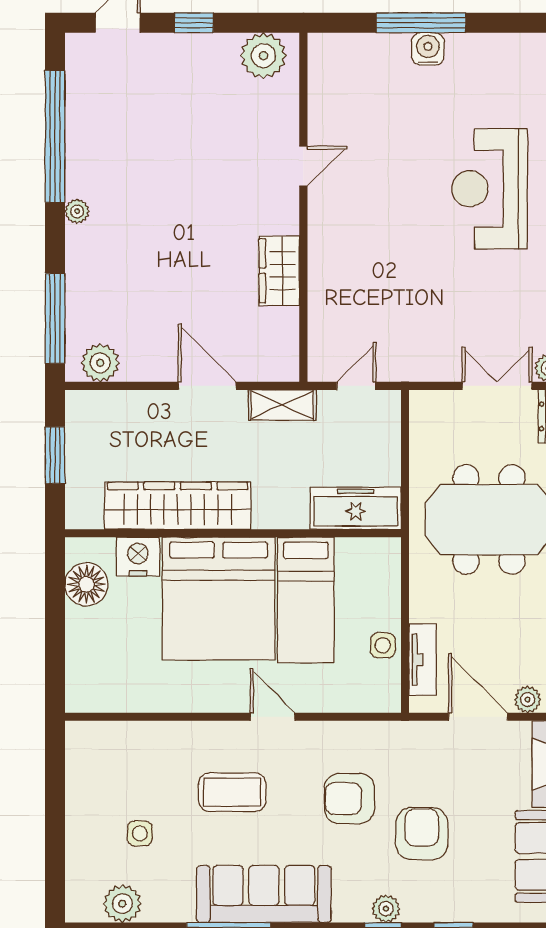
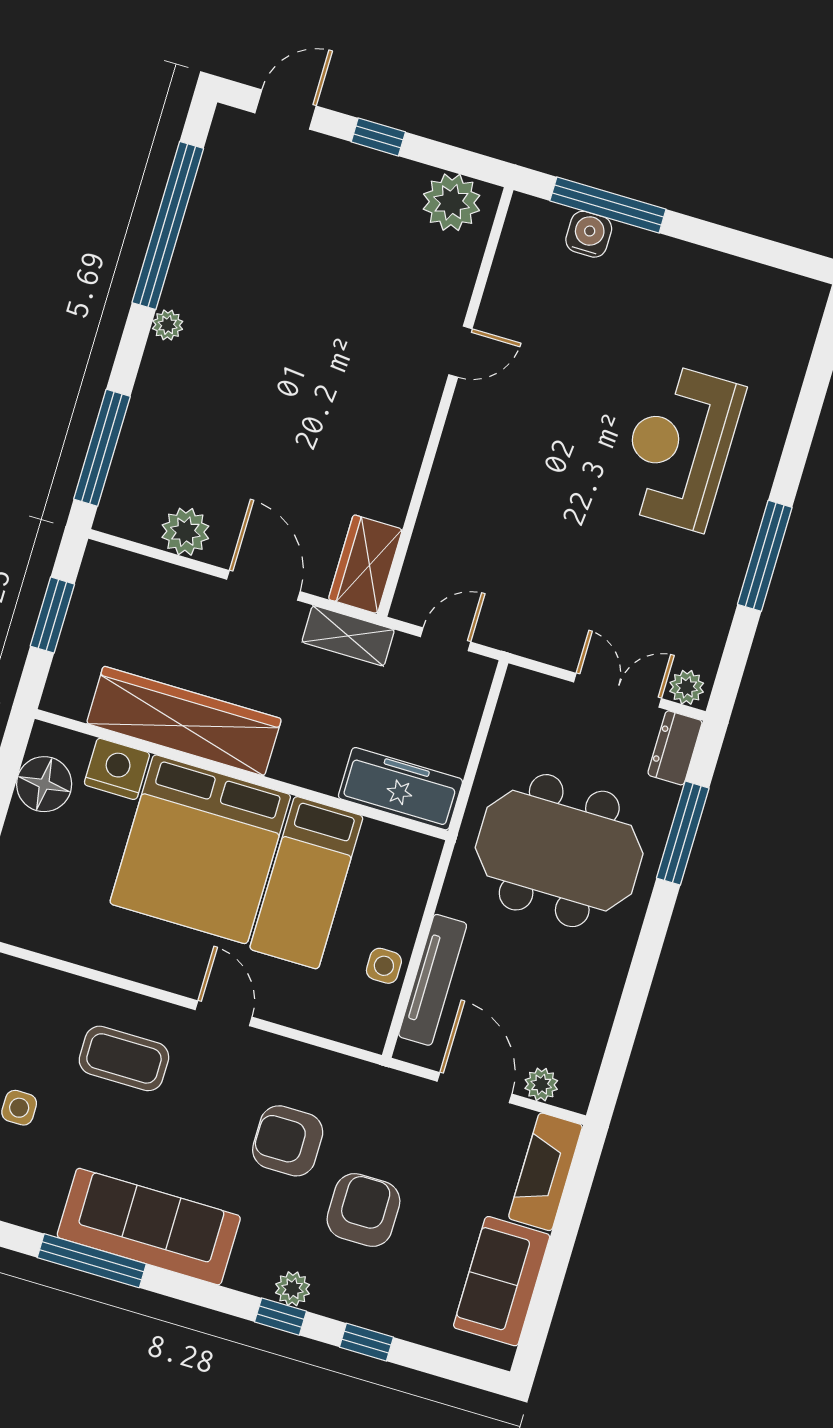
window: (421, 23) -> (608, 205), moved
water cooler: (428, 49) -> (589, 234), moved
wardrobe: (279, 271) -> (365, 564), moved
plant: (100, 363) -> (185, 532), moved
tv unit: (423, 660) -> (433, 980), width x1.41
coffee table: (232, 792) -> (124, 1058), moved

